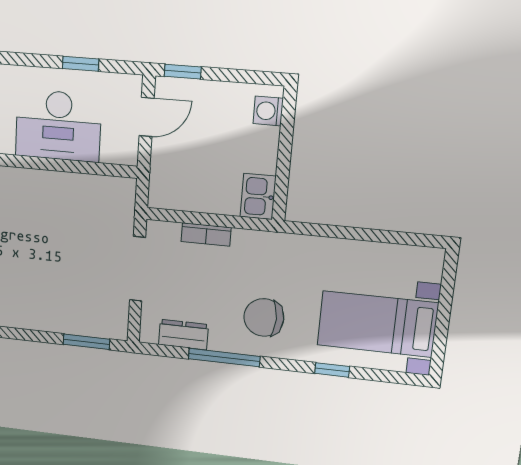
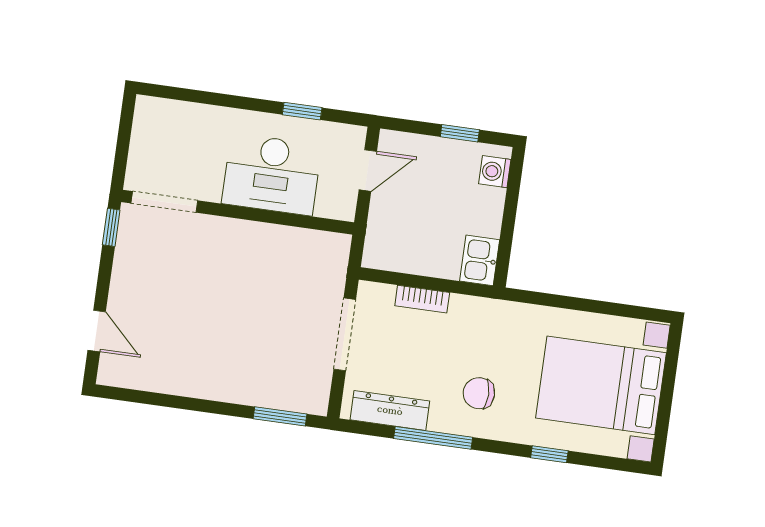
window: (183, 72) -> (460, 133), moved
chair: (264, 318) -> (479, 393), width x0.73, depth x0.73
bed with nightstands: (377, 324) -> (601, 385), width x1.36
dresser: (183, 335) -> (390, 410), width x1.44

